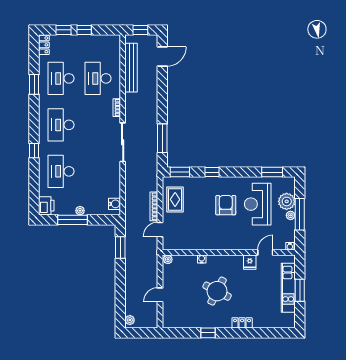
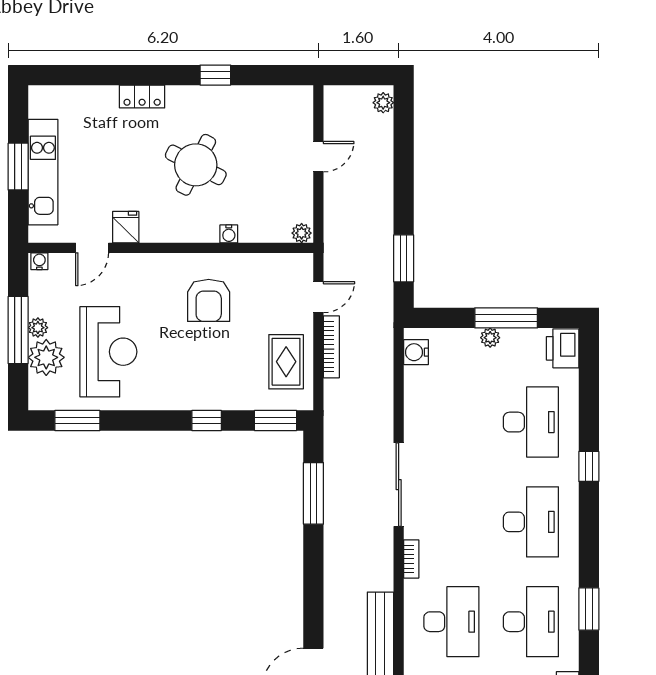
armchair: (226, 205) -> (209, 300), moved

